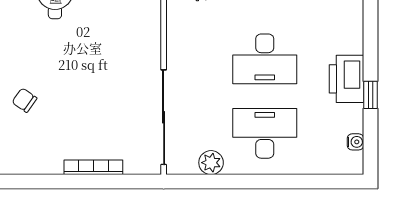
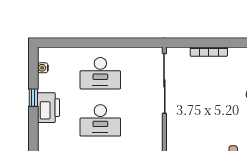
desk: (265, 59) -> (100, 120), turned 180
plant: (211, 163) -> (134, 55), removed

